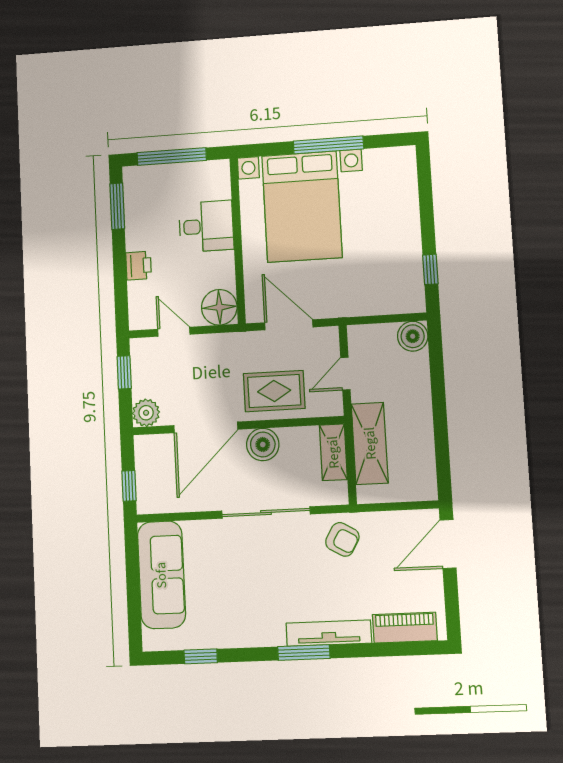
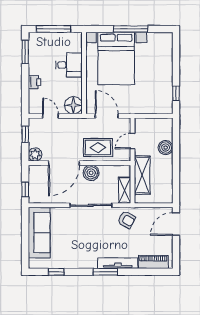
boiler: (413, 336) -> (166, 148), moved
shelving: (333, 452) -> (125, 190), moved

